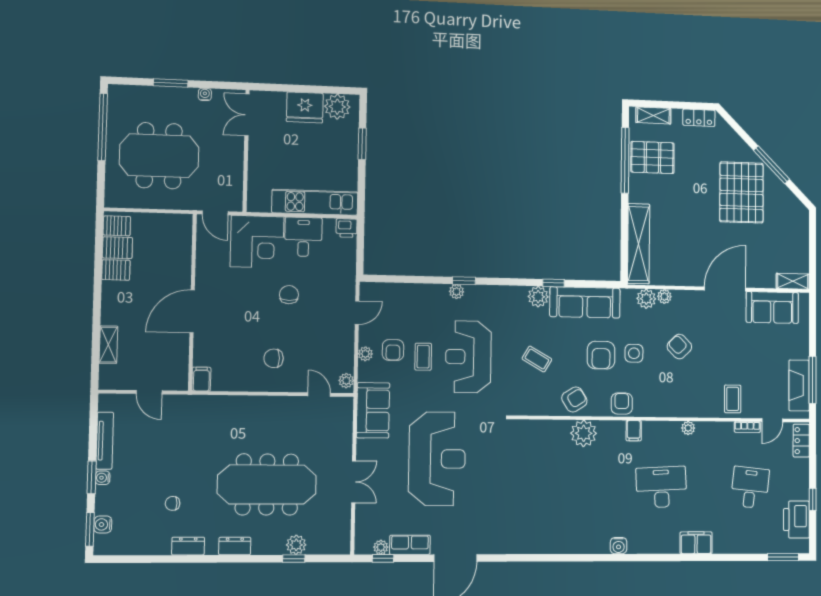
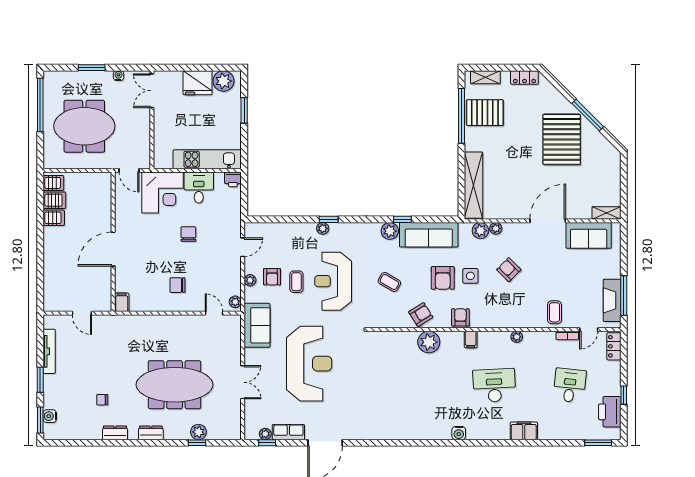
shelving: (108, 345) -> (50, 277), removed
water cooler: (103, 478) -> (49, 380), removed

